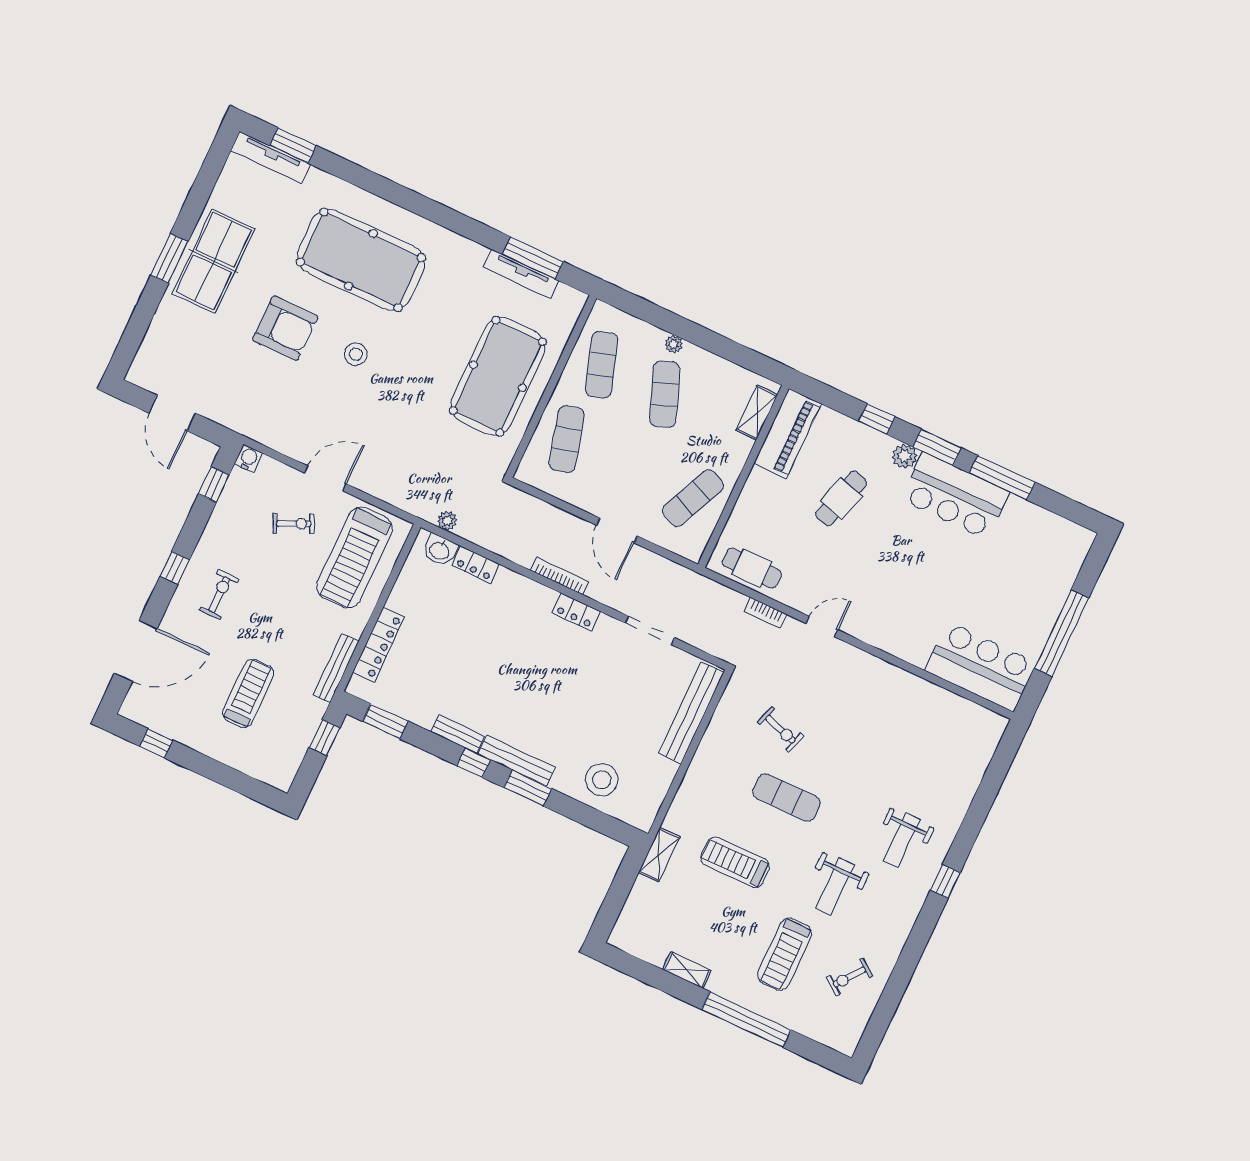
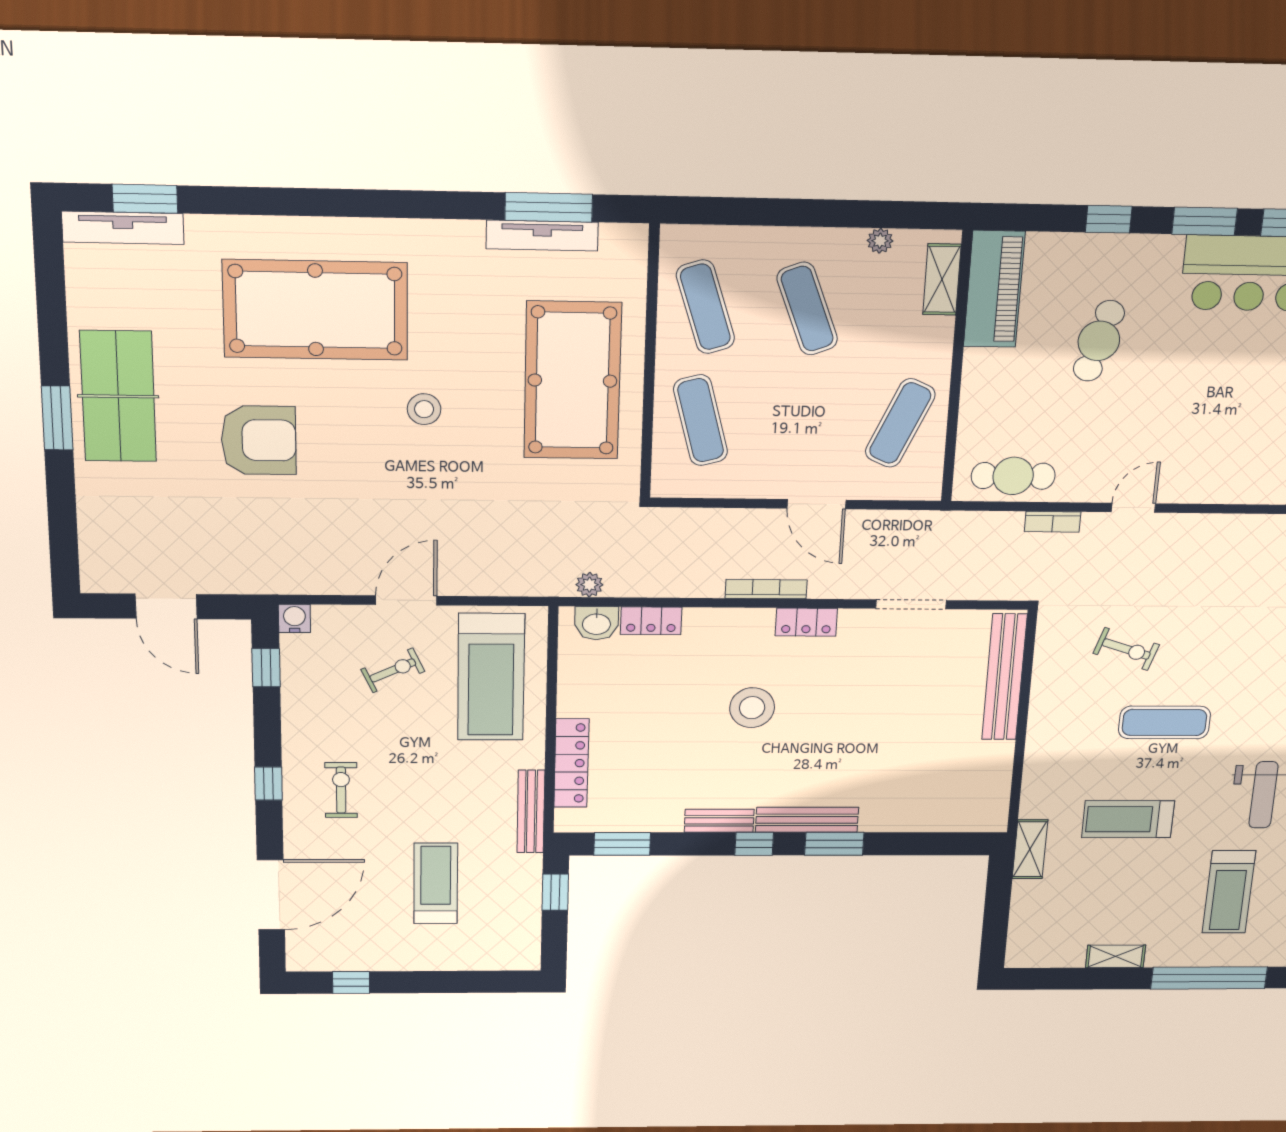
plant: (674, 344) -> (880, 241), moved
stool: (356, 354) -> (424, 409), moved
plant: (904, 456) -> (1164, 252), removed
stool: (602, 780) -> (752, 708), moved

